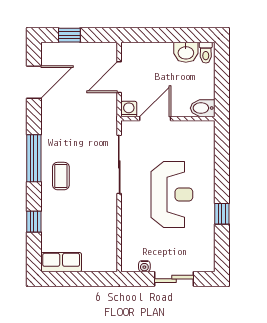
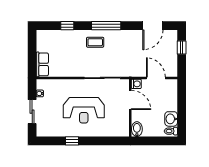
door: (34, 82) -> (153, 26), hinge flipped
row of seats: (61, 262) -> (42, 64), moved

